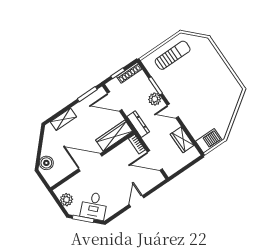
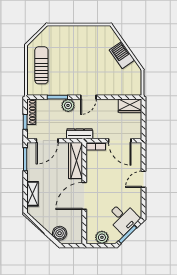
wardrobe: (182, 140) -> (130, 106), moved
barbecue: (209, 141) -> (122, 55), moved, turned -35
door: (155, 161) -> (120, 141), hinge flipped
door: (137, 201) -> (143, 179), hinge flipped

